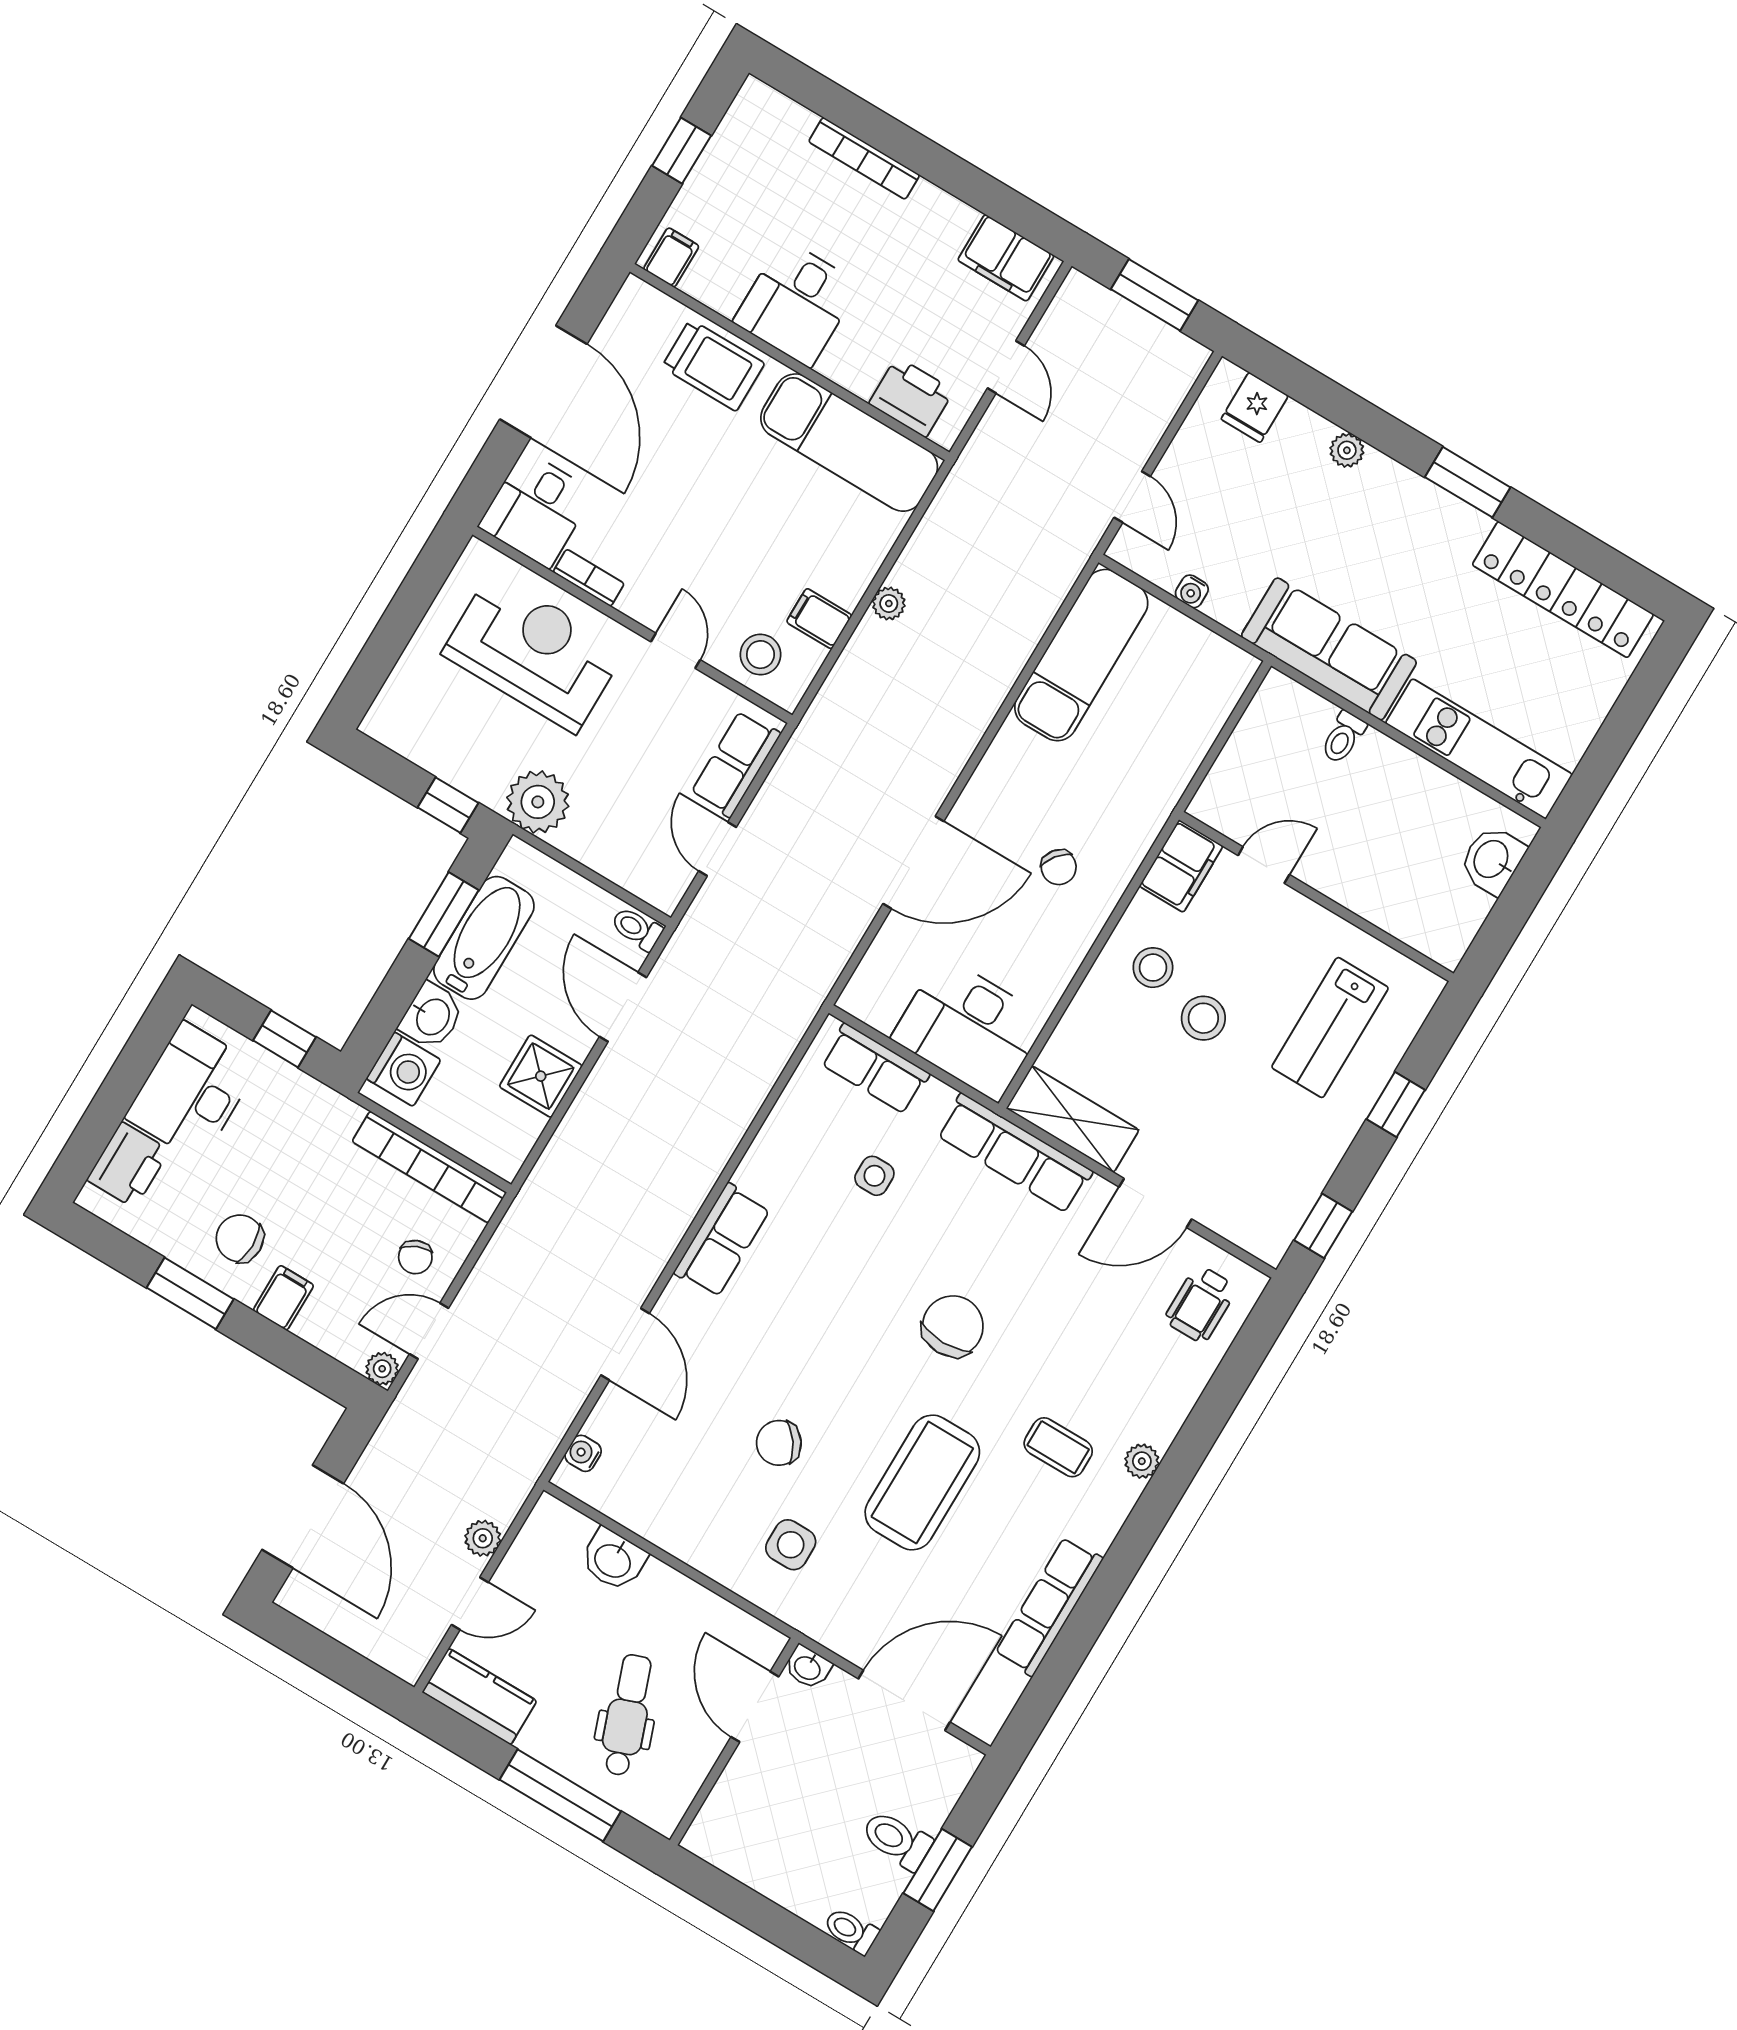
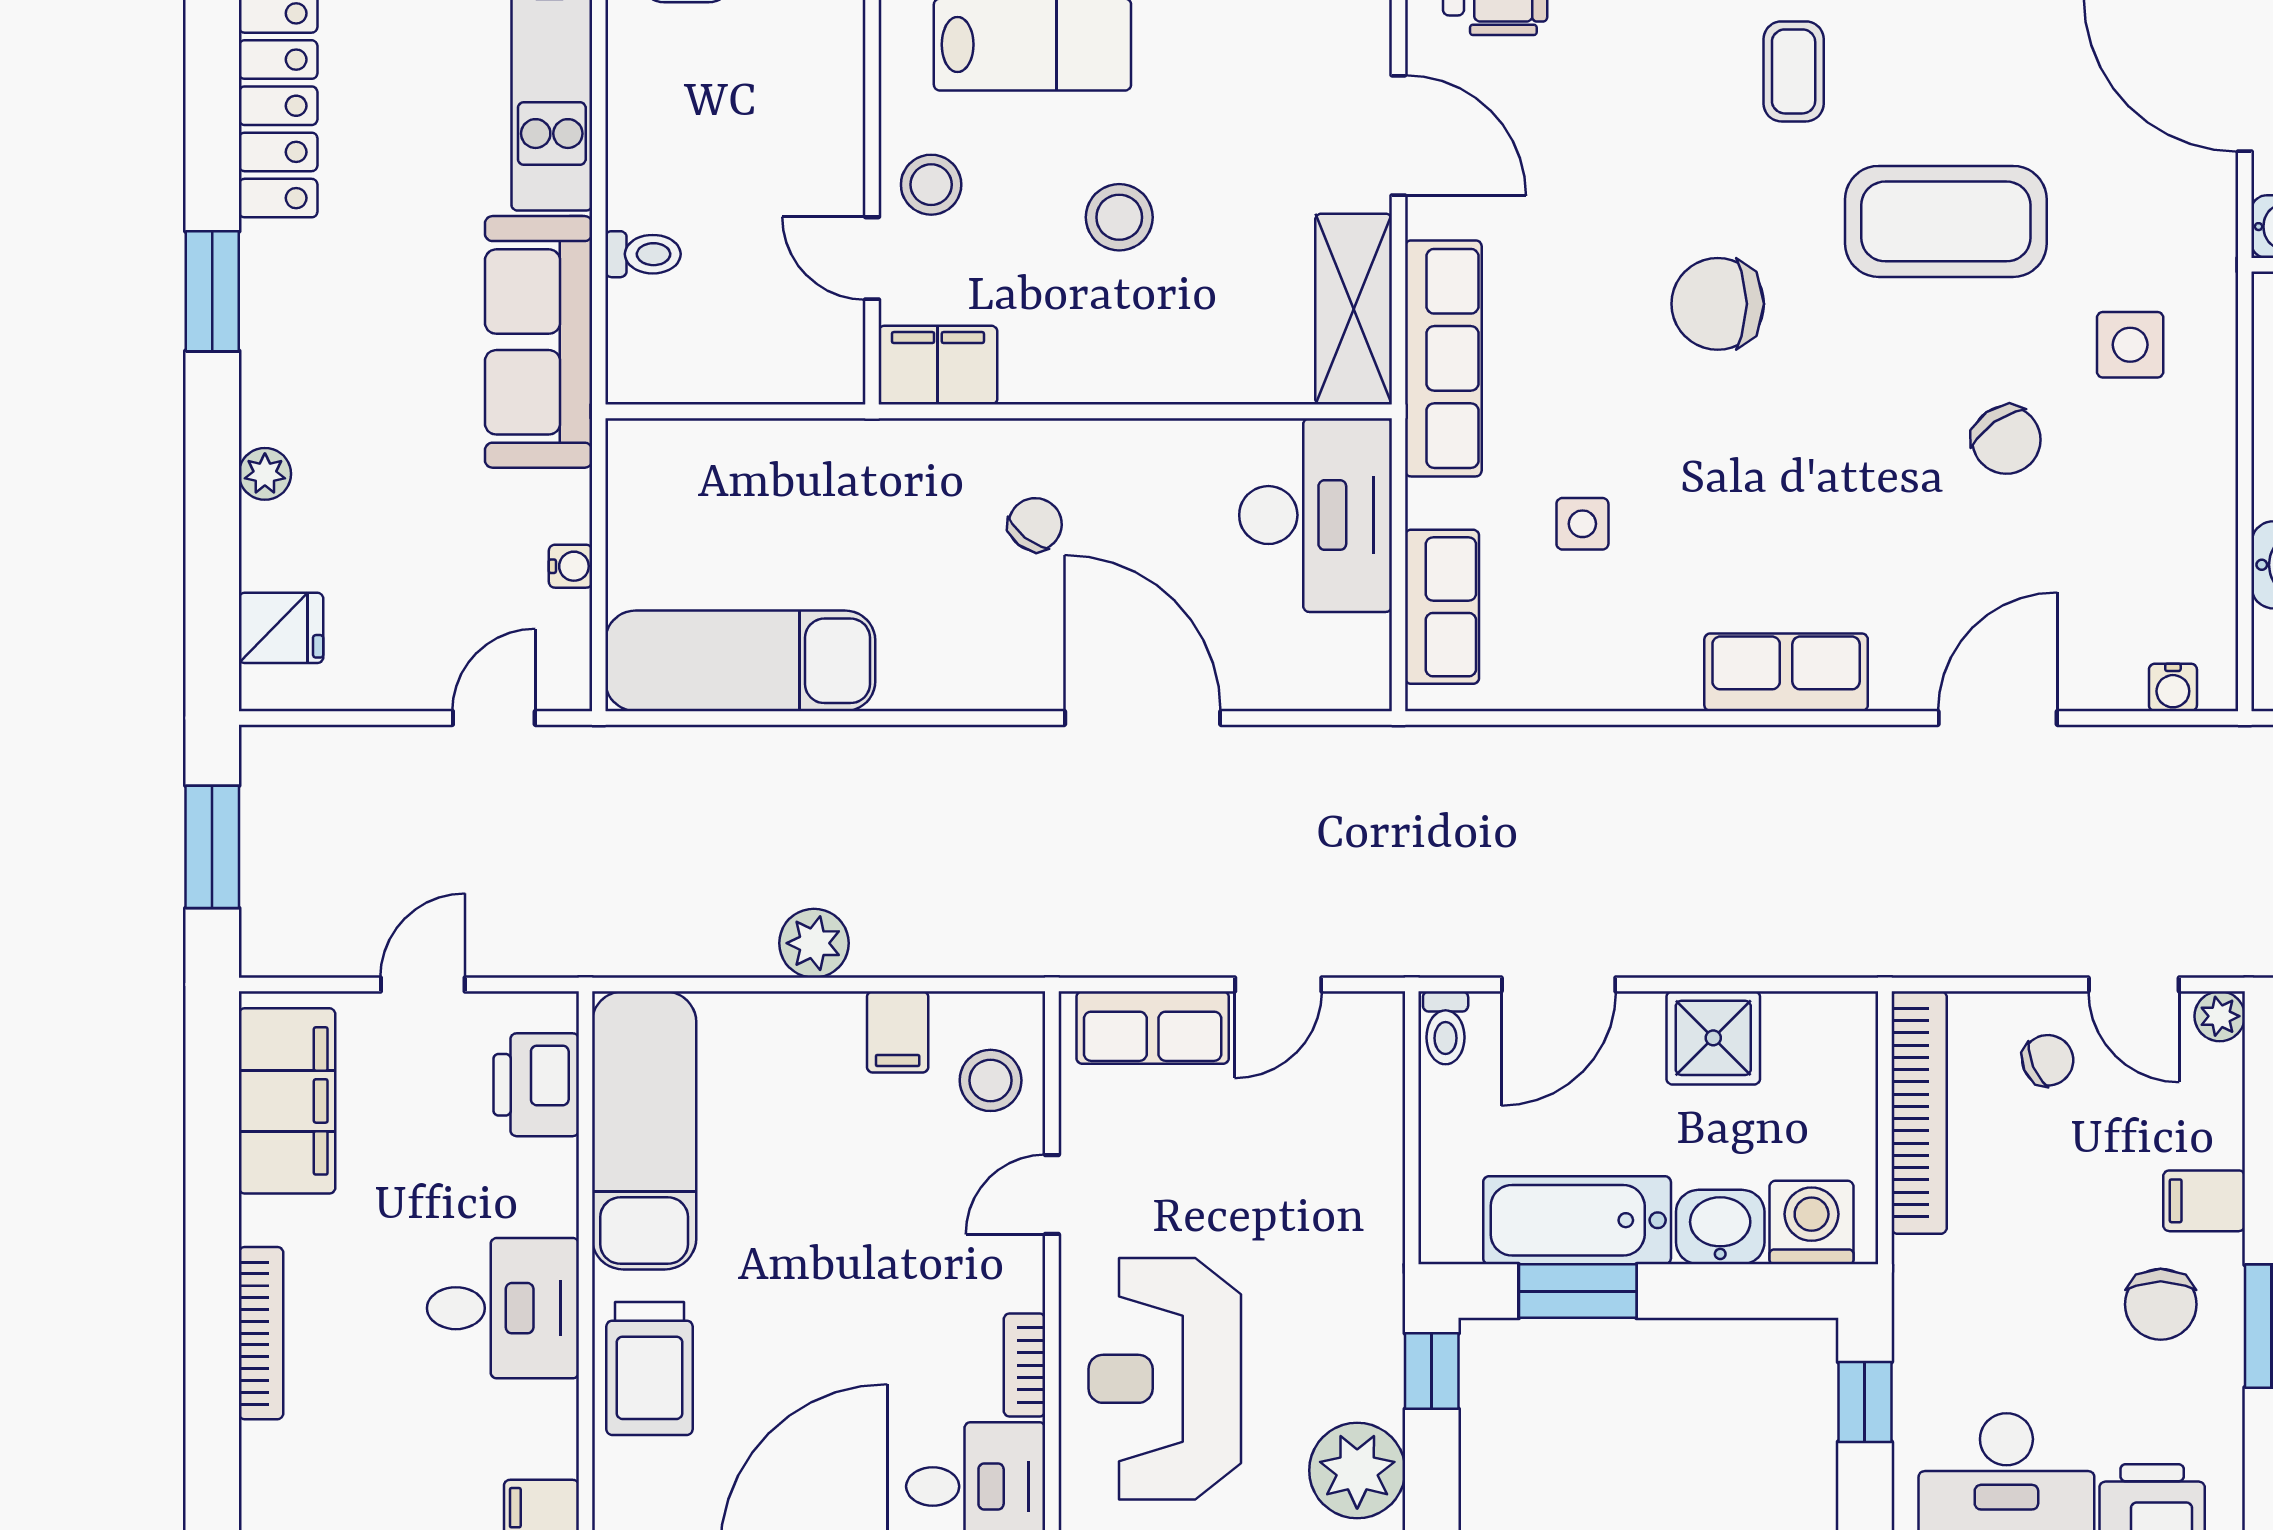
filing cabinet: (1006, 258) -> (287, 1101), width x1.50, depth x1.17
trolley: (713, 365) -> (649, 1369), turned 180
plant: (889, 604) -> (814, 943), width x1.38, depth x1.38
plant: (538, 802) -> (1357, 1470), moved
stool: (1153, 968) -> (931, 185), moved

